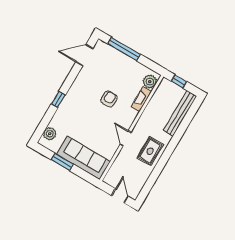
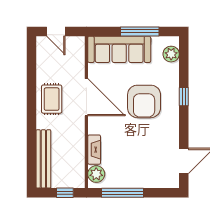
window: (124, 49) -> (122, 193), moved
armchair: (109, 99) -> (144, 101), moved, width x1.88, depth x1.88
door: (126, 138) -> (86, 97), width x1.88
window: (62, 162) -> (140, 31), width x1.44

